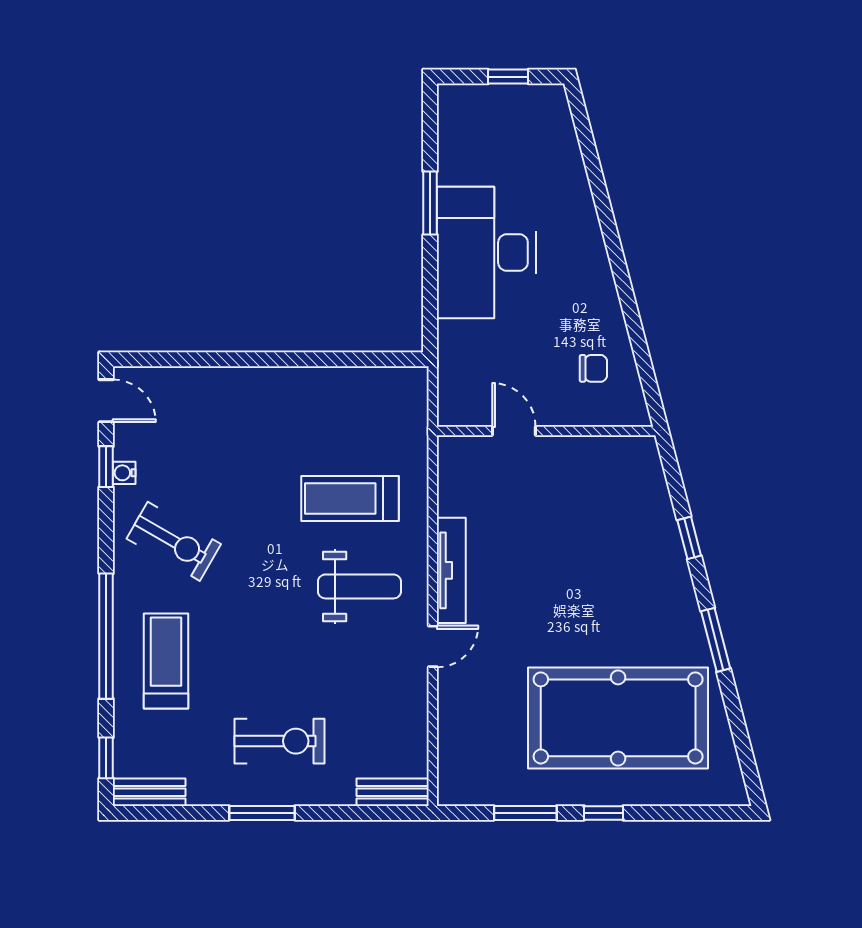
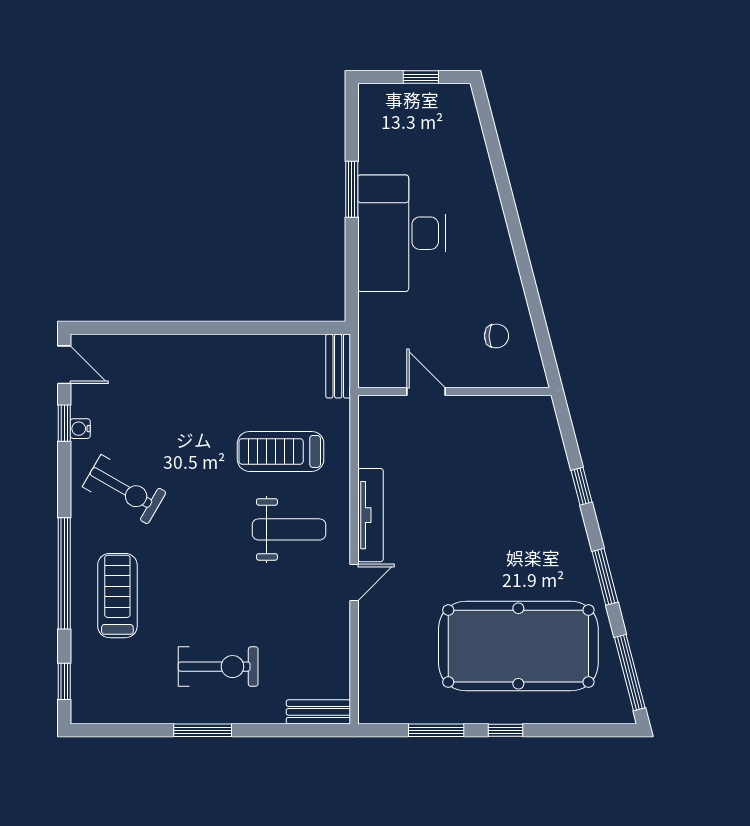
window: (744, 748) -> (630, 673), added
bench: (149, 792) -> (338, 366), moved, turned 90

